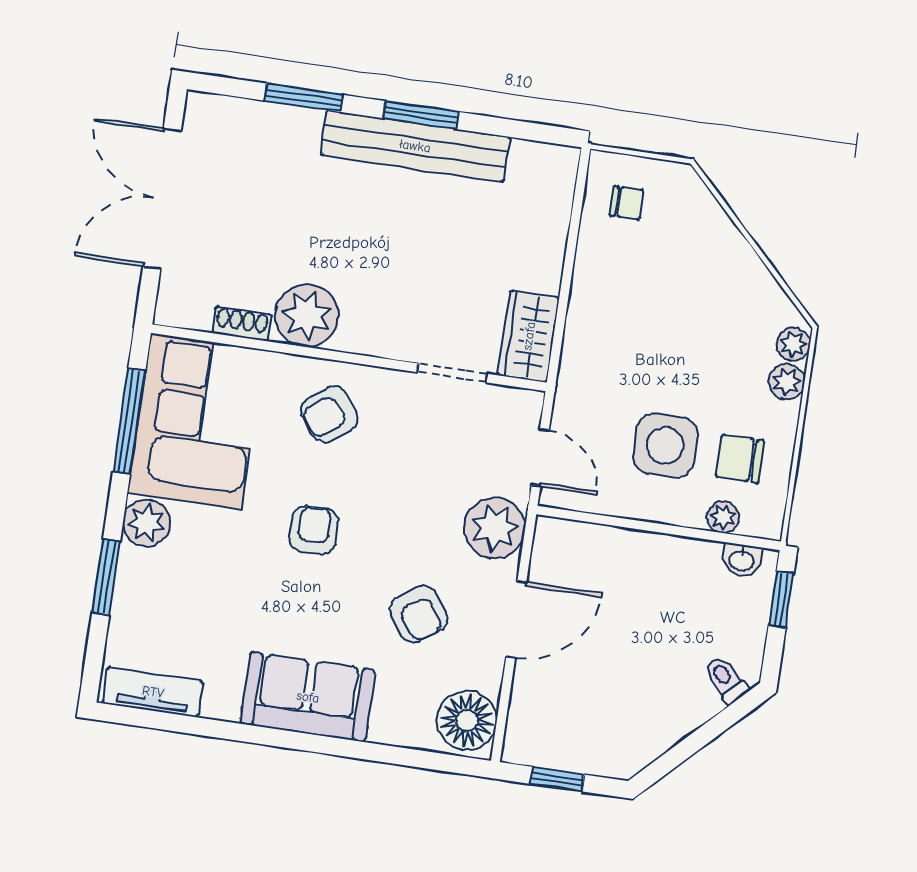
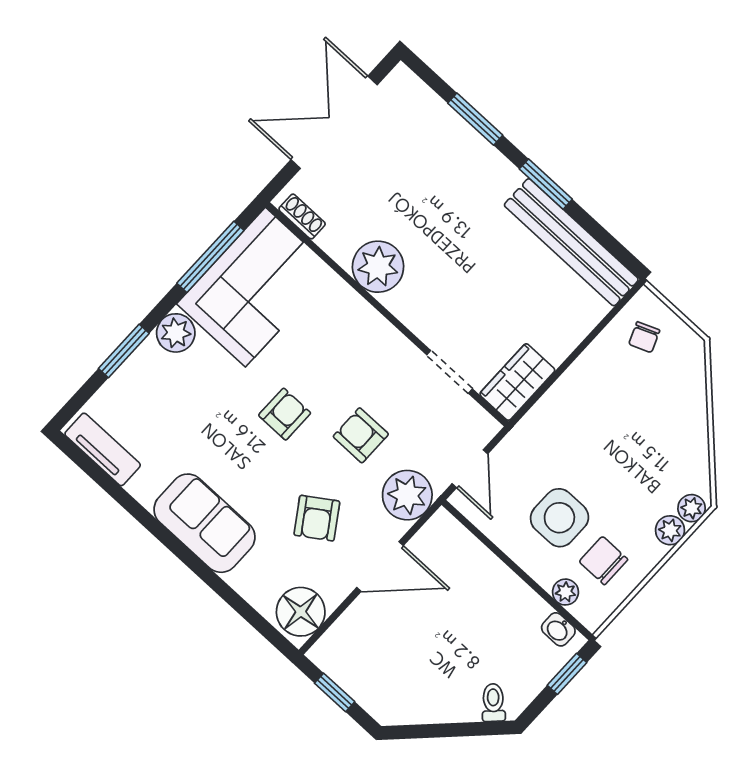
bench: (415, 146) -> (571, 242), moved
chair: (627, 203) -> (644, 337), turned 68
shoe rack: (242, 324) -> (302, 216), moved
armchair: (329, 414) -> (361, 435), moved, turned 37

